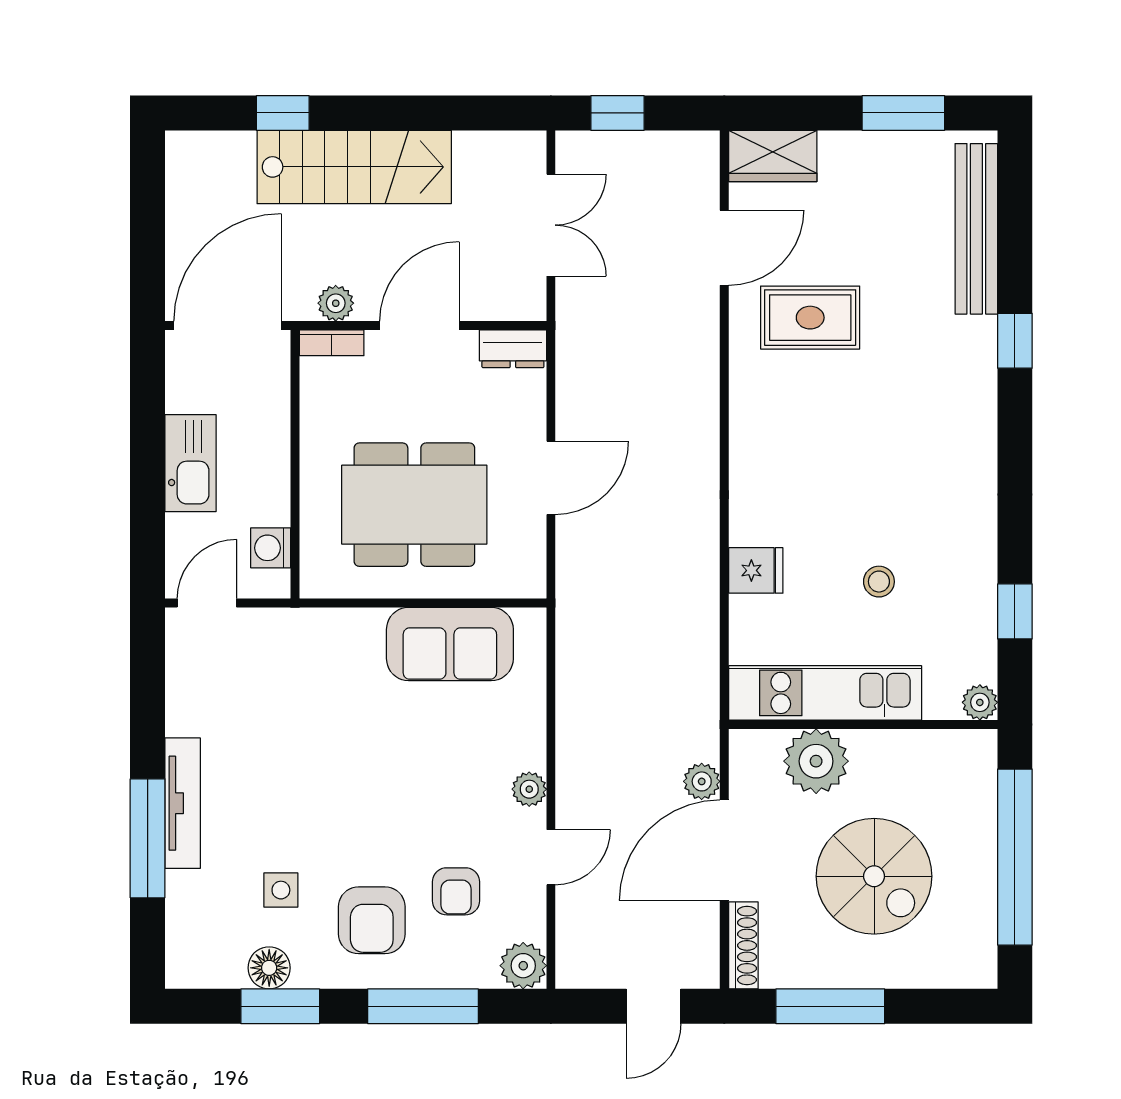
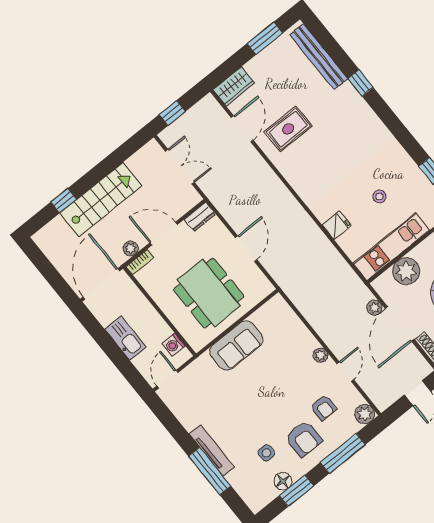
door: (419, 325) -> (164, 234), hinge flipped
dining table: (414, 505) -> (209, 293), turned 90
sofa: (450, 644) -> (236, 345), moved

